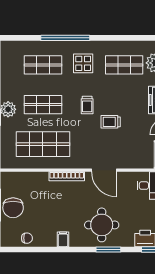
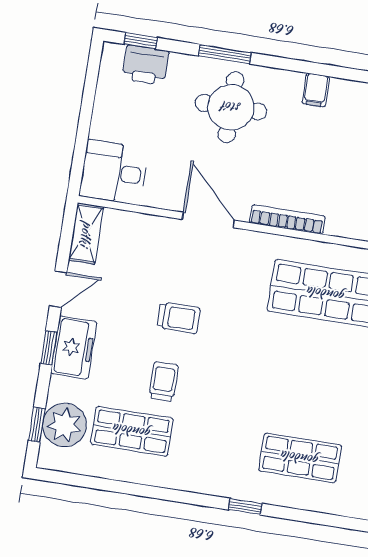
window: (65, 38) -> (245, 507), width x0.32
display table: (83, 63) -> (216, 448), removed
shop shelf: (43, 105) -> (313, 376), removed
trolley: (87, 105) -> (164, 382), moved

